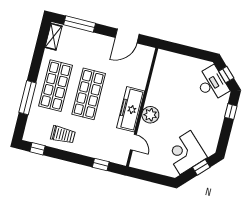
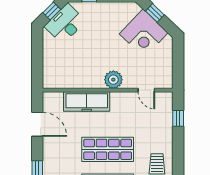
freezer: (131, 109) -> (87, 102), moved
door: (133, 142) -> (146, 90), swing flipped

